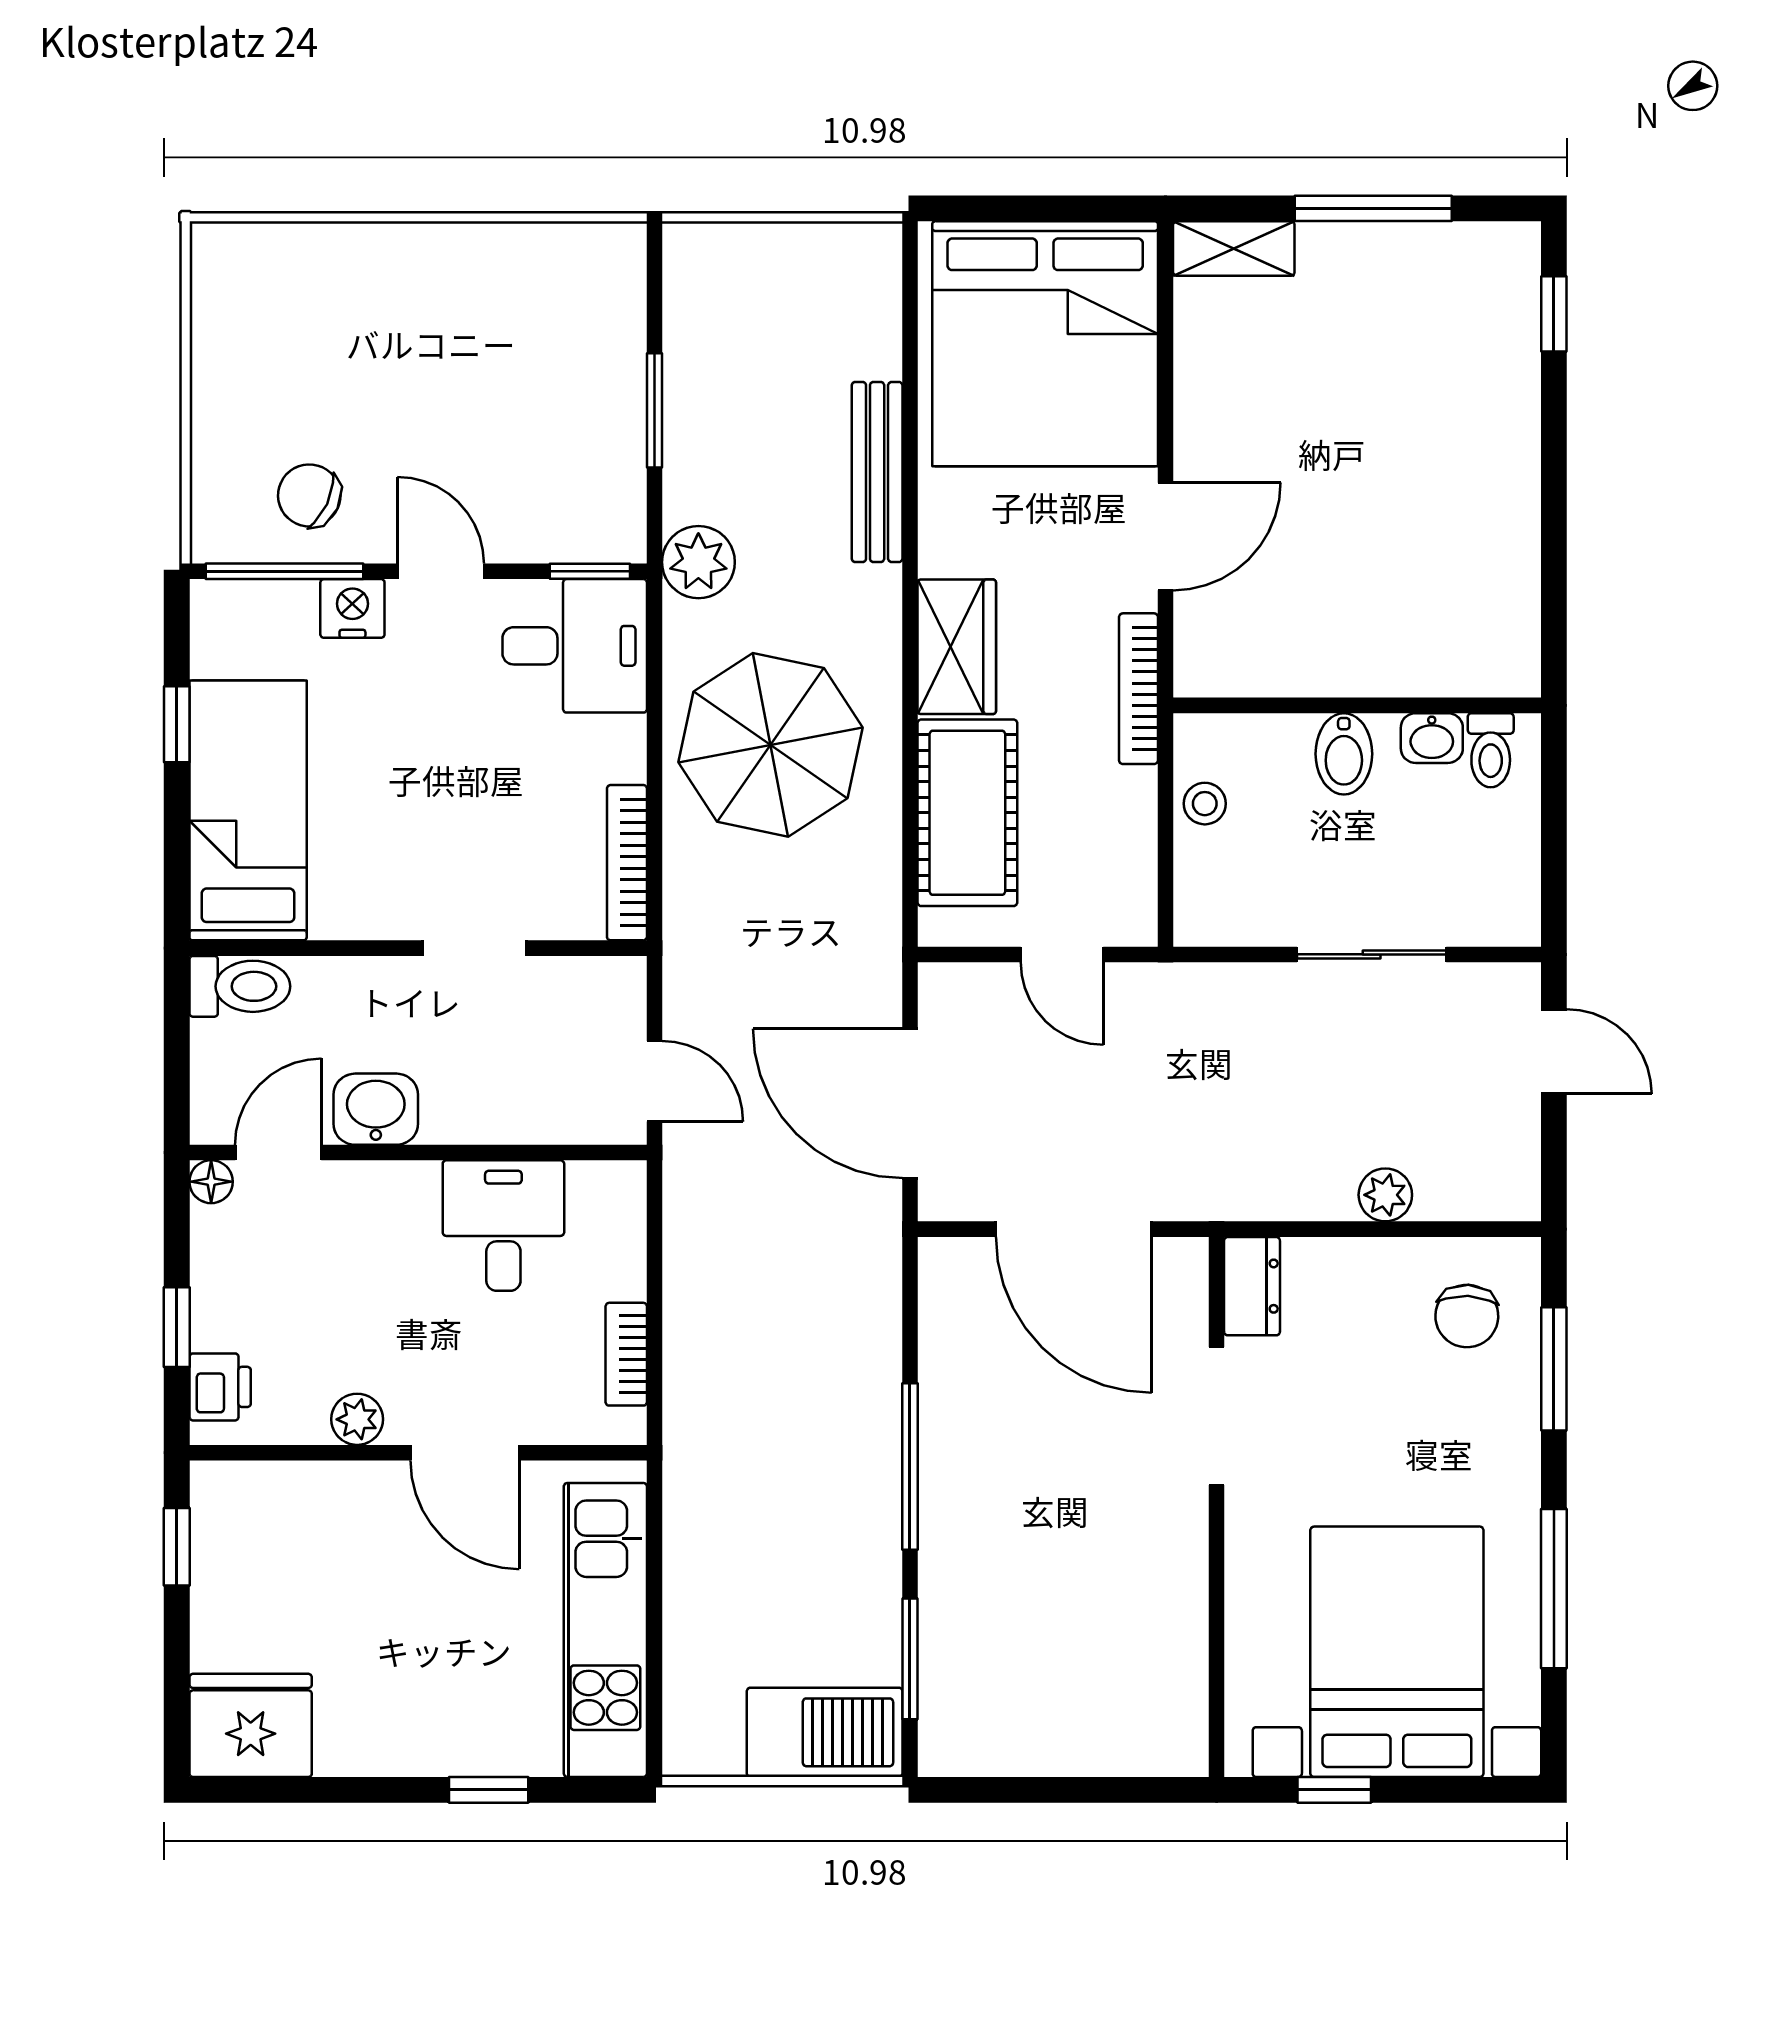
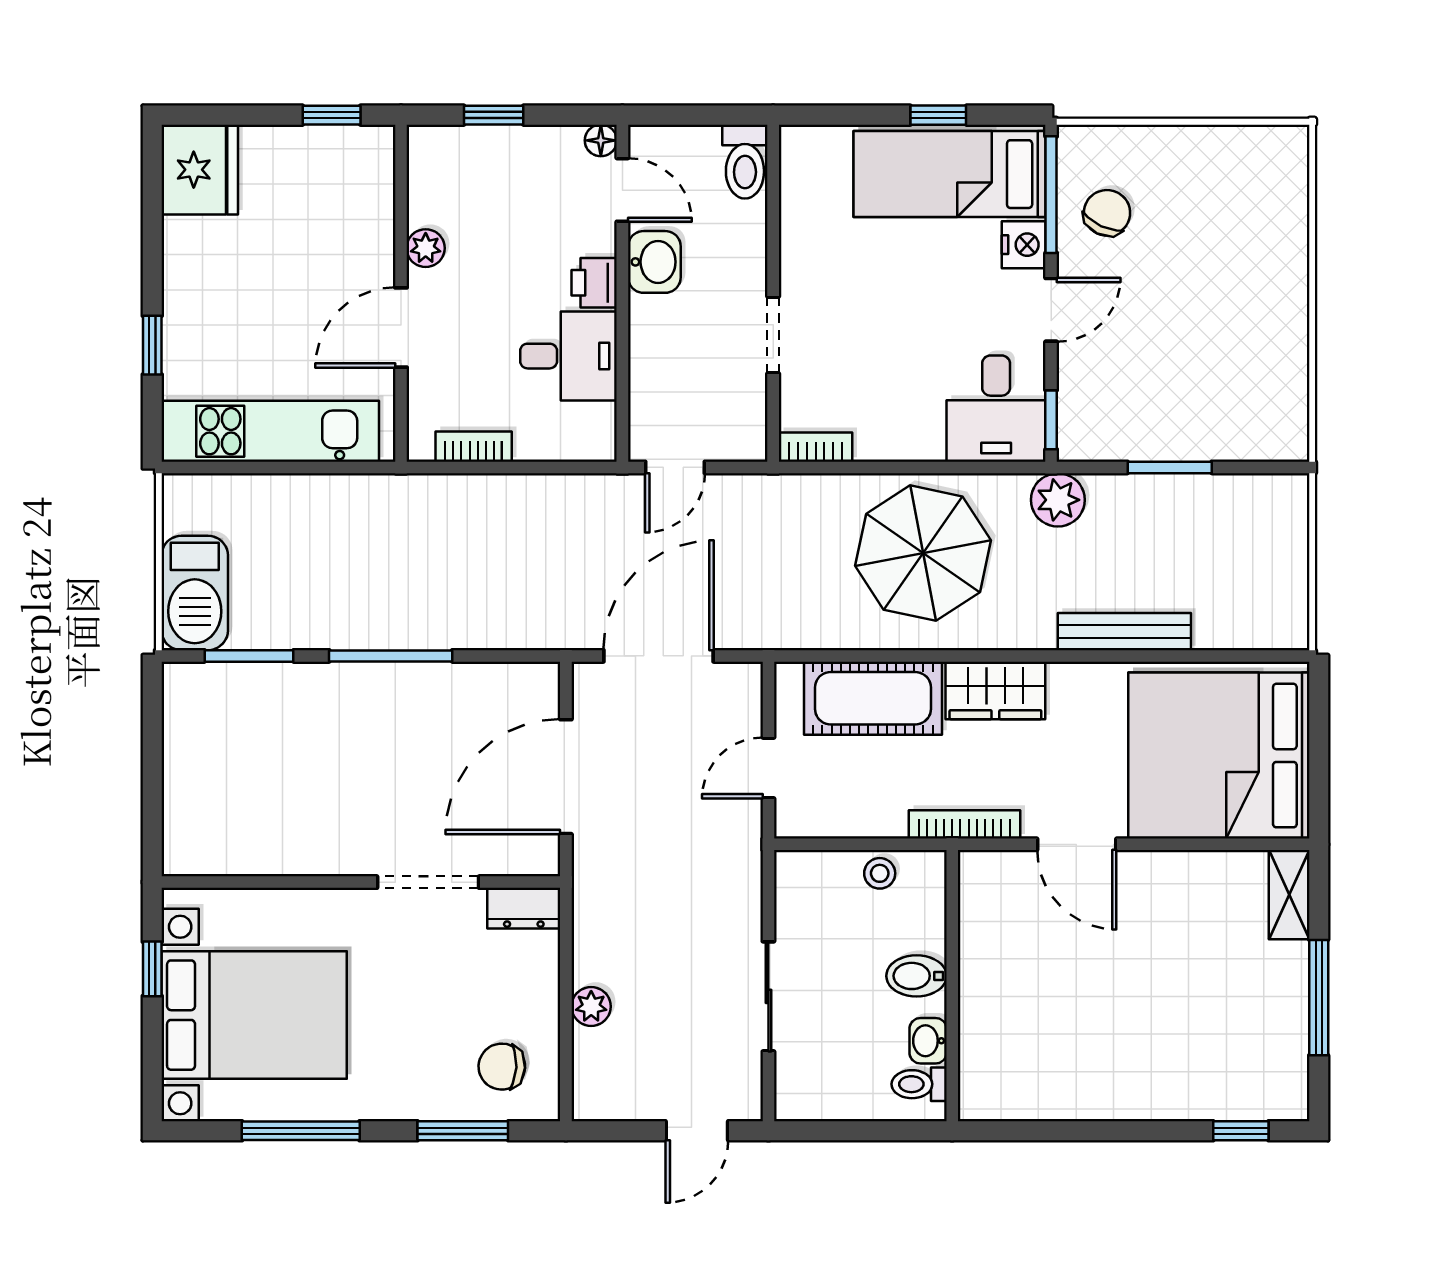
bed: (248, 810) -> (950, 174), moved, turned 180
bookcase: (627, 863) -> (816, 447), width x0.64
printer: (220, 1387) -> (594, 283), moved, turned 90

